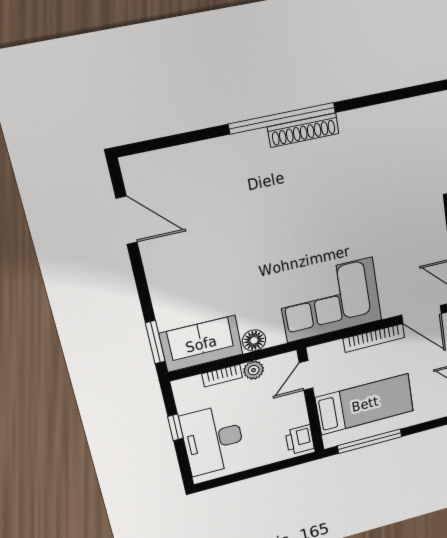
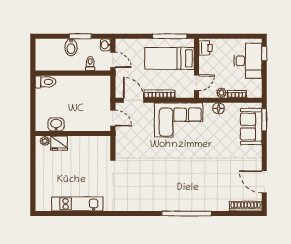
shoe rack: (303, 130) -> (246, 206), moved
sofa: (201, 344) -> (251, 127), moved, turned 90
window: (175, 427) -> (264, 53), moved

